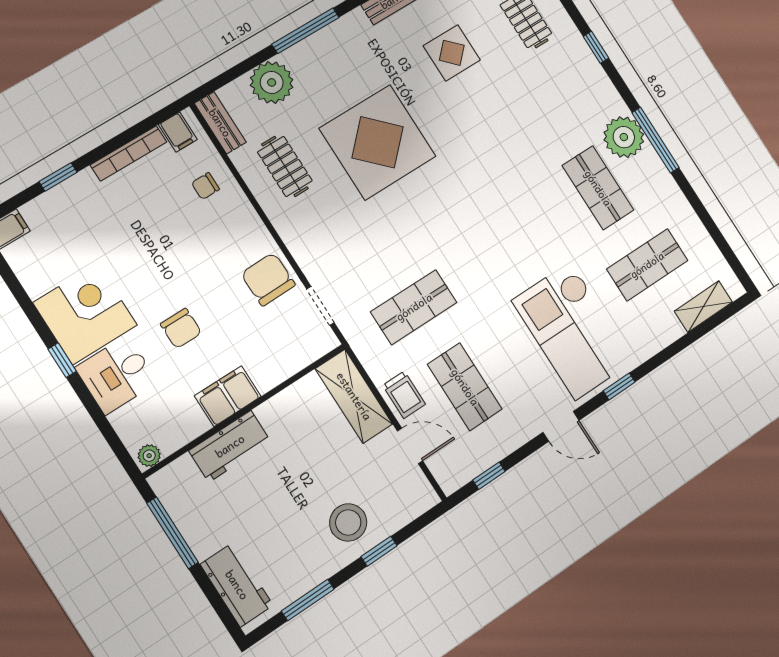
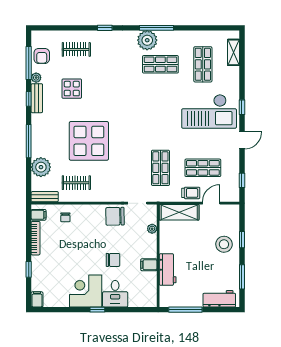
filing cabinet: (228, 396) -> (149, 265), width x0.50
plant: (149, 456) -> (152, 229), moved

